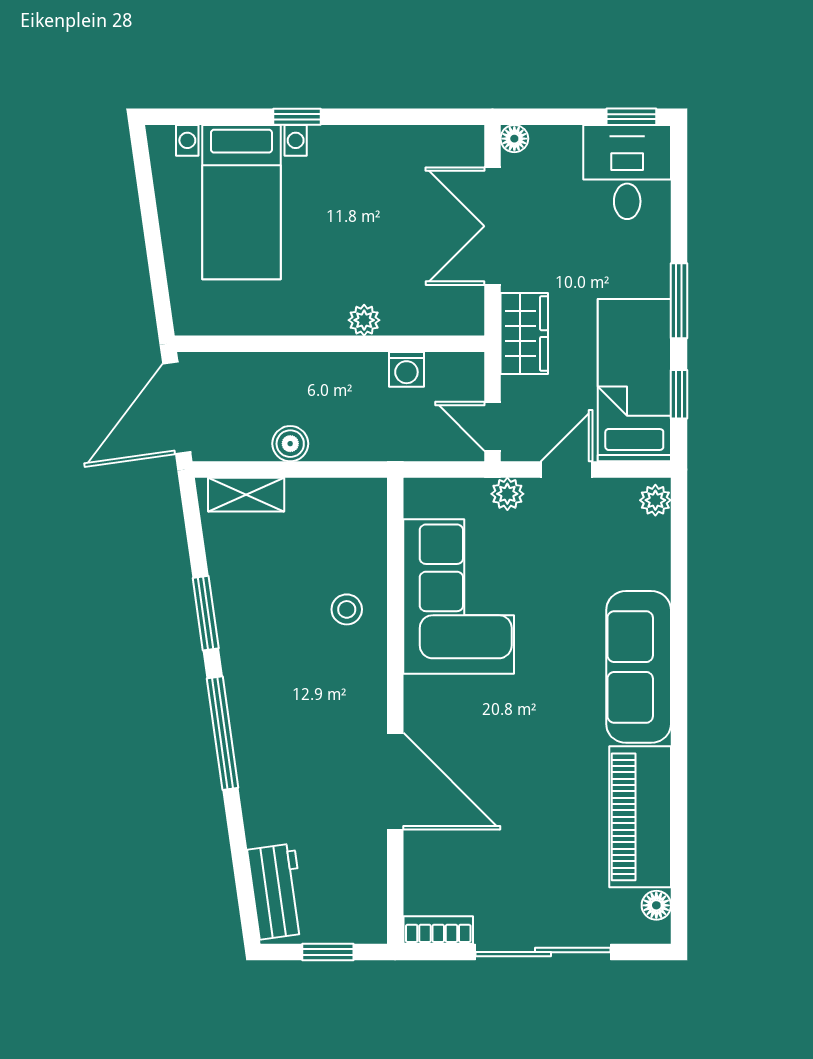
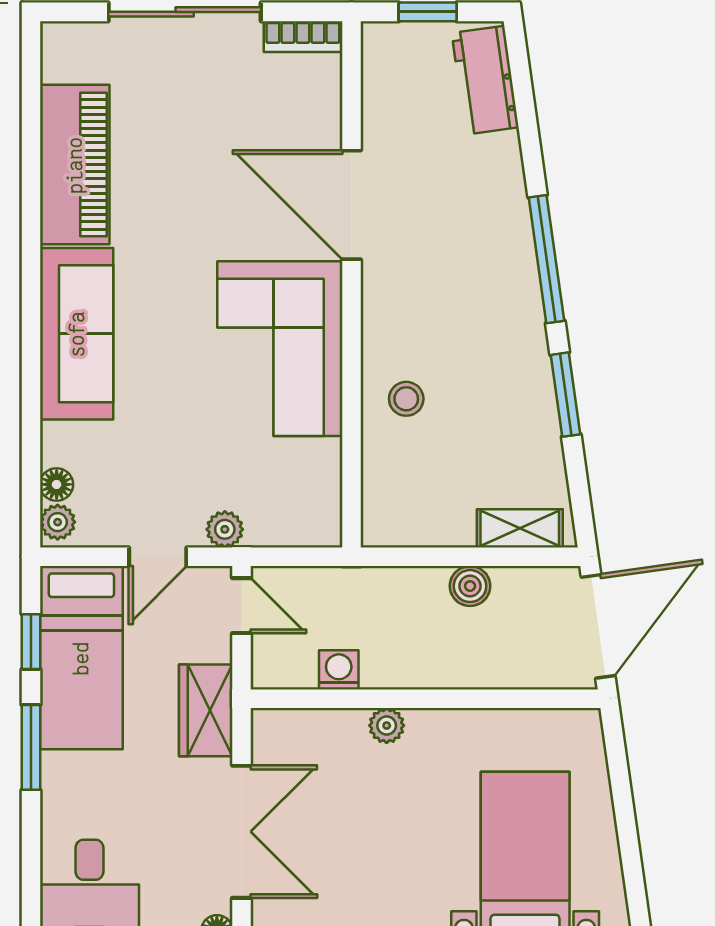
corner sofa: (459, 597) -> (280, 349), moved
floor lamp: (656, 905) -> (57, 484), moved

